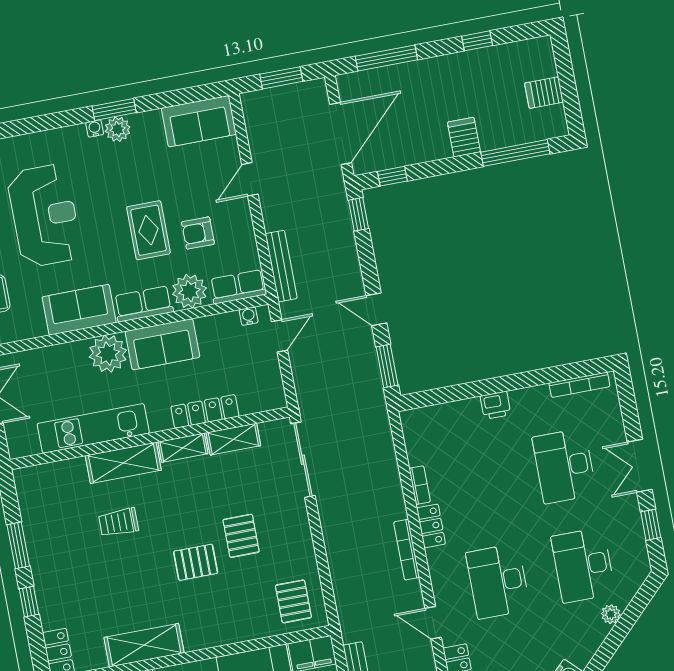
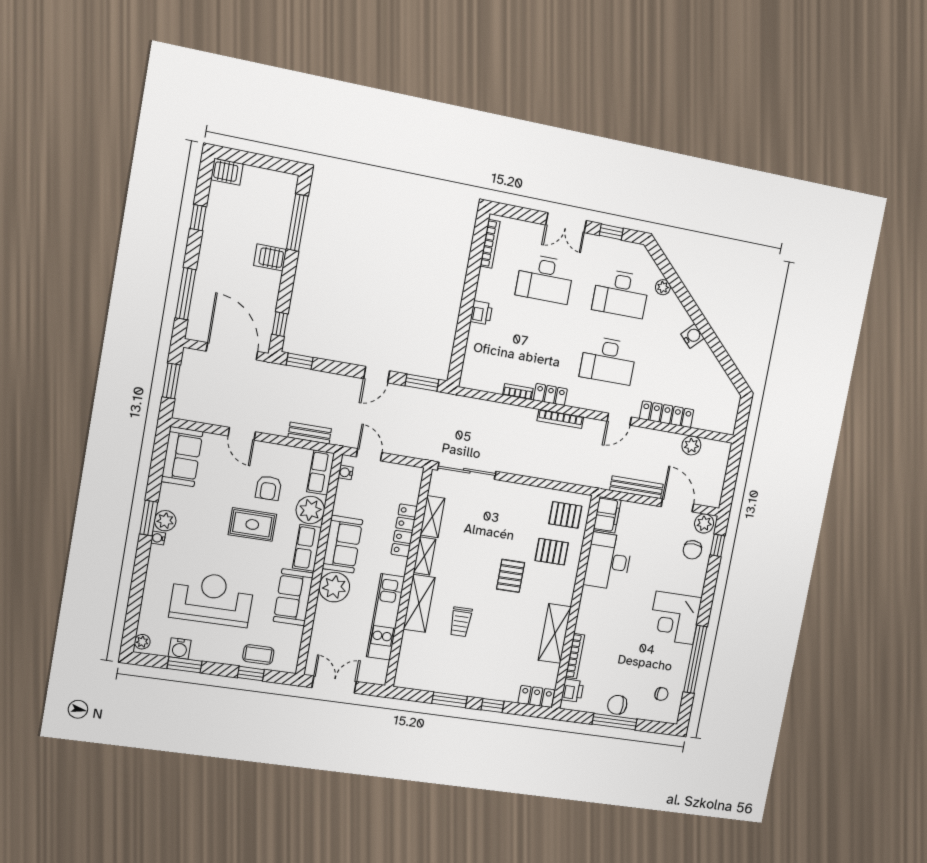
server rack: (544, 93) -> (227, 172), moved, turned -90
bench: (281, 266) -> (310, 433), width x0.73
pallet: (241, 536) -> (552, 552), moved

